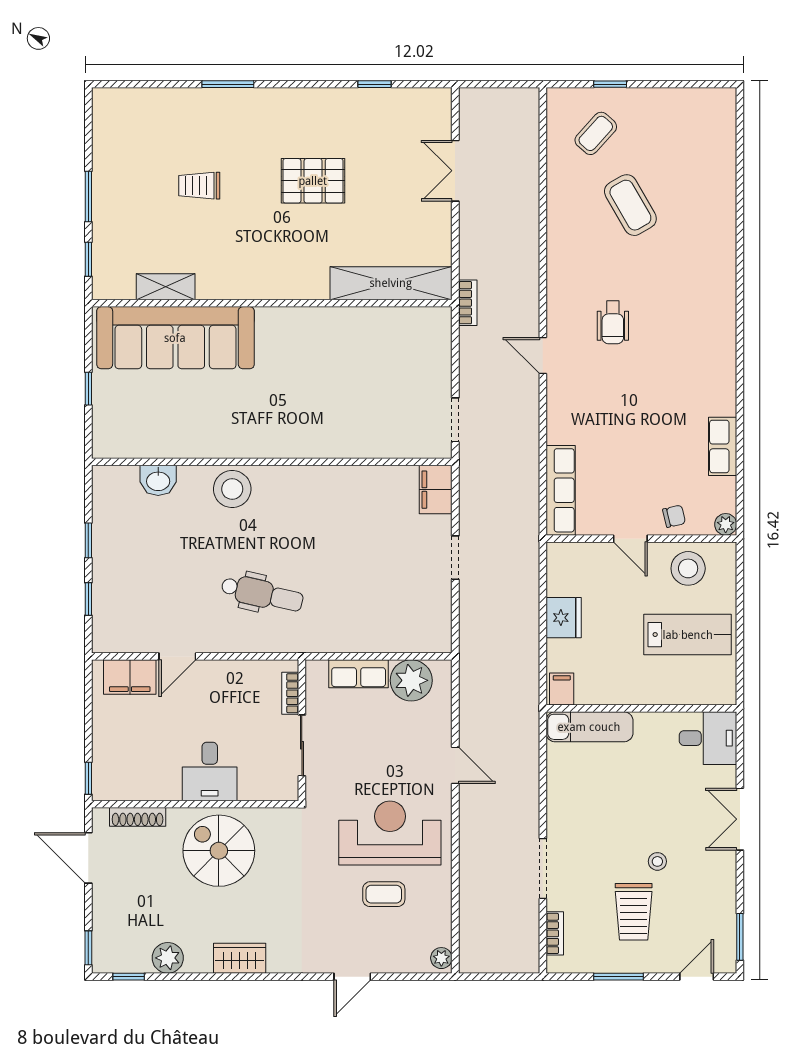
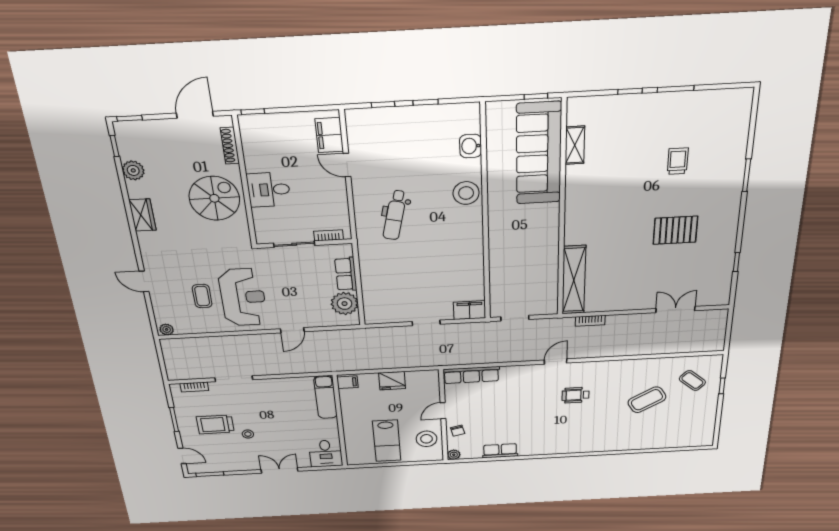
pallet: (313, 181) -> (675, 230), turned 90
shelving: (391, 283) -> (574, 280), moved
shelving: (166, 287) -> (575, 145), moved
wall: (272, 303) -> (562, 212), moved
sofa: (175, 338) -> (539, 154), moved

